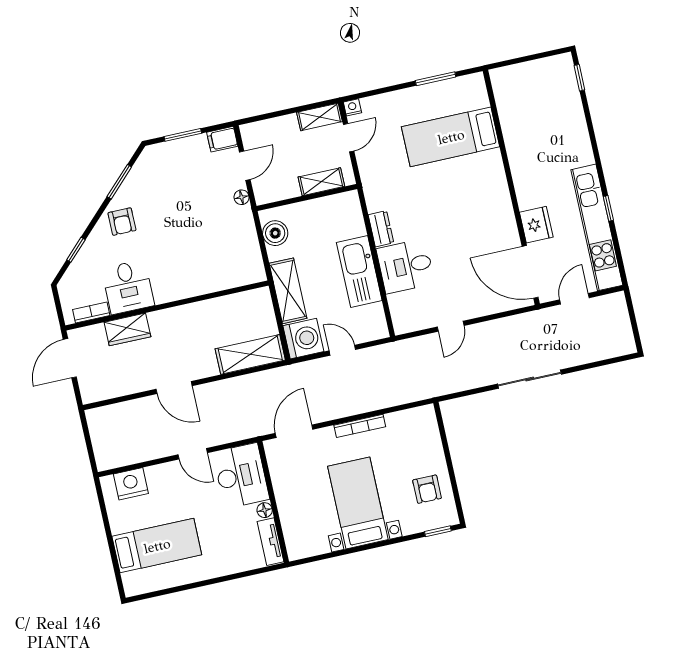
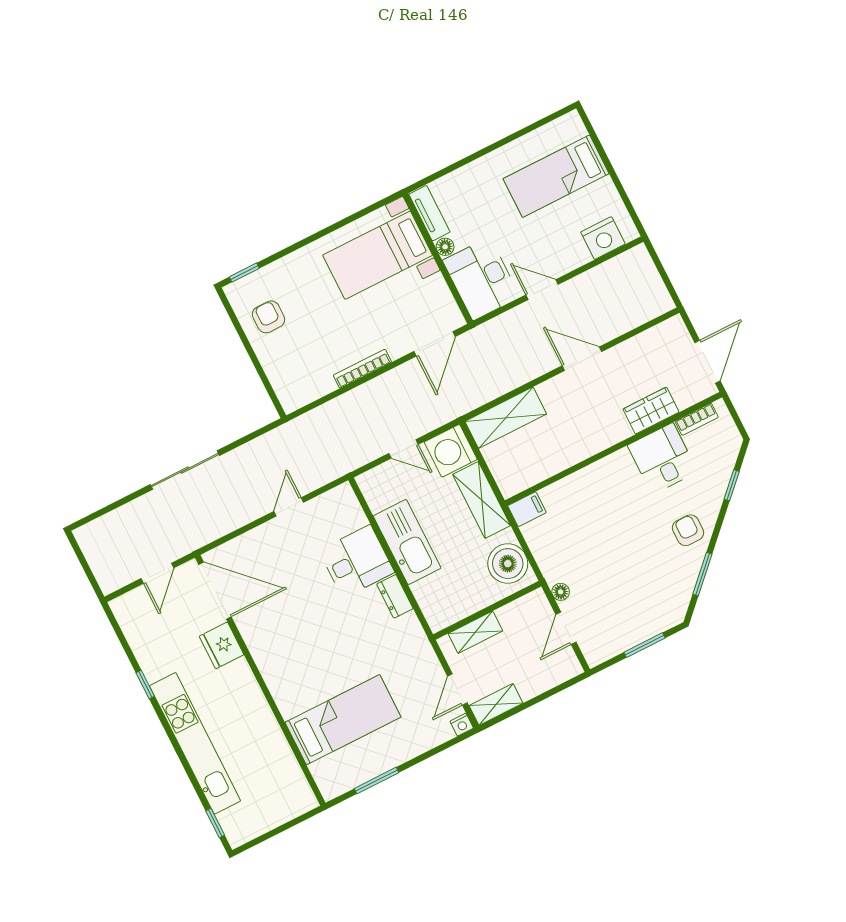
filing cabinet: (222, 139) -> (527, 509), moved
kitchen unit: (597, 227) -> (195, 743), moved
boiler: (275, 233) -> (508, 564), width x1.37, depth x1.37
bed with nightstands: (358, 503) -> (378, 255), moved, turned 90

